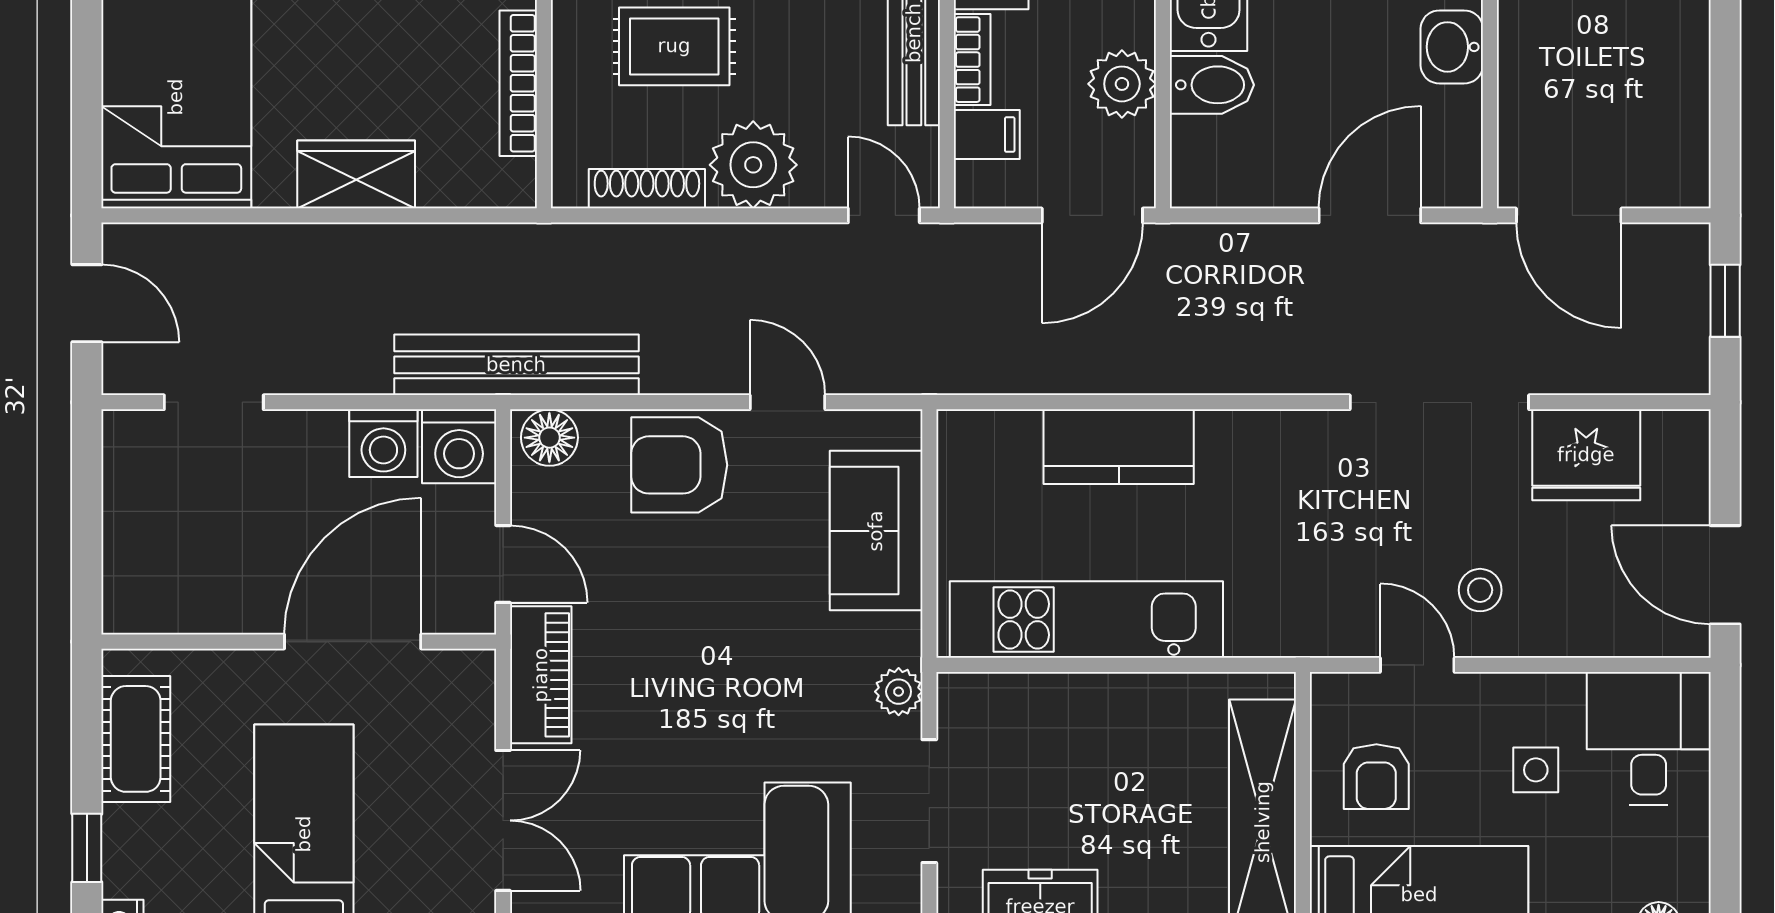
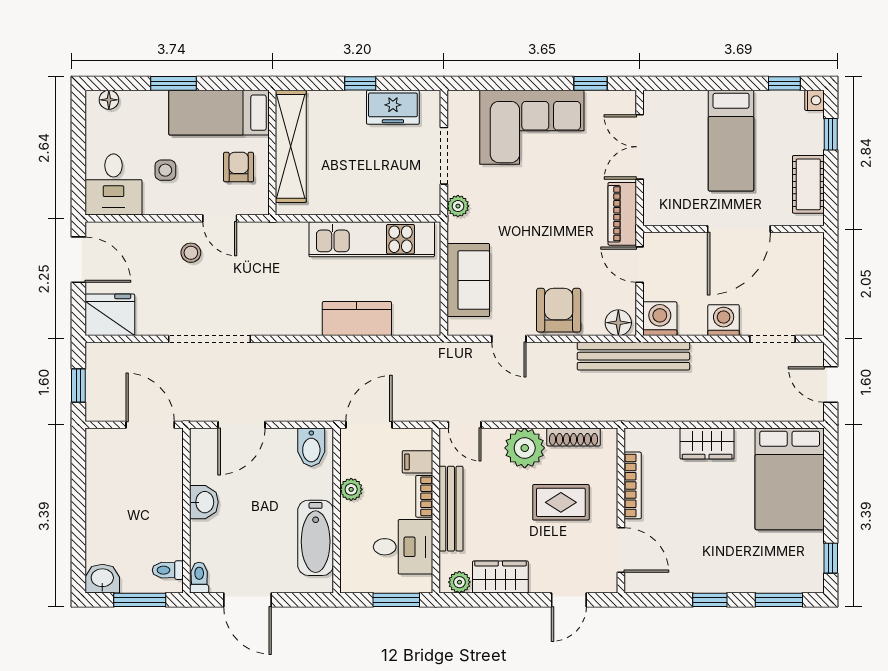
plant: (1122, 84) -> (351, 489), width x0.73, depth x0.73
bidet: (1212, 85) -> (311, 447), moved, turned -90
washing machine: (383, 443) -> (724, 320), moved
fridge: (1586, 455) -> (110, 315), moved
armchair: (679, 465) -> (559, 310), turned -90
door: (353, 642) -> (739, 229), moved

